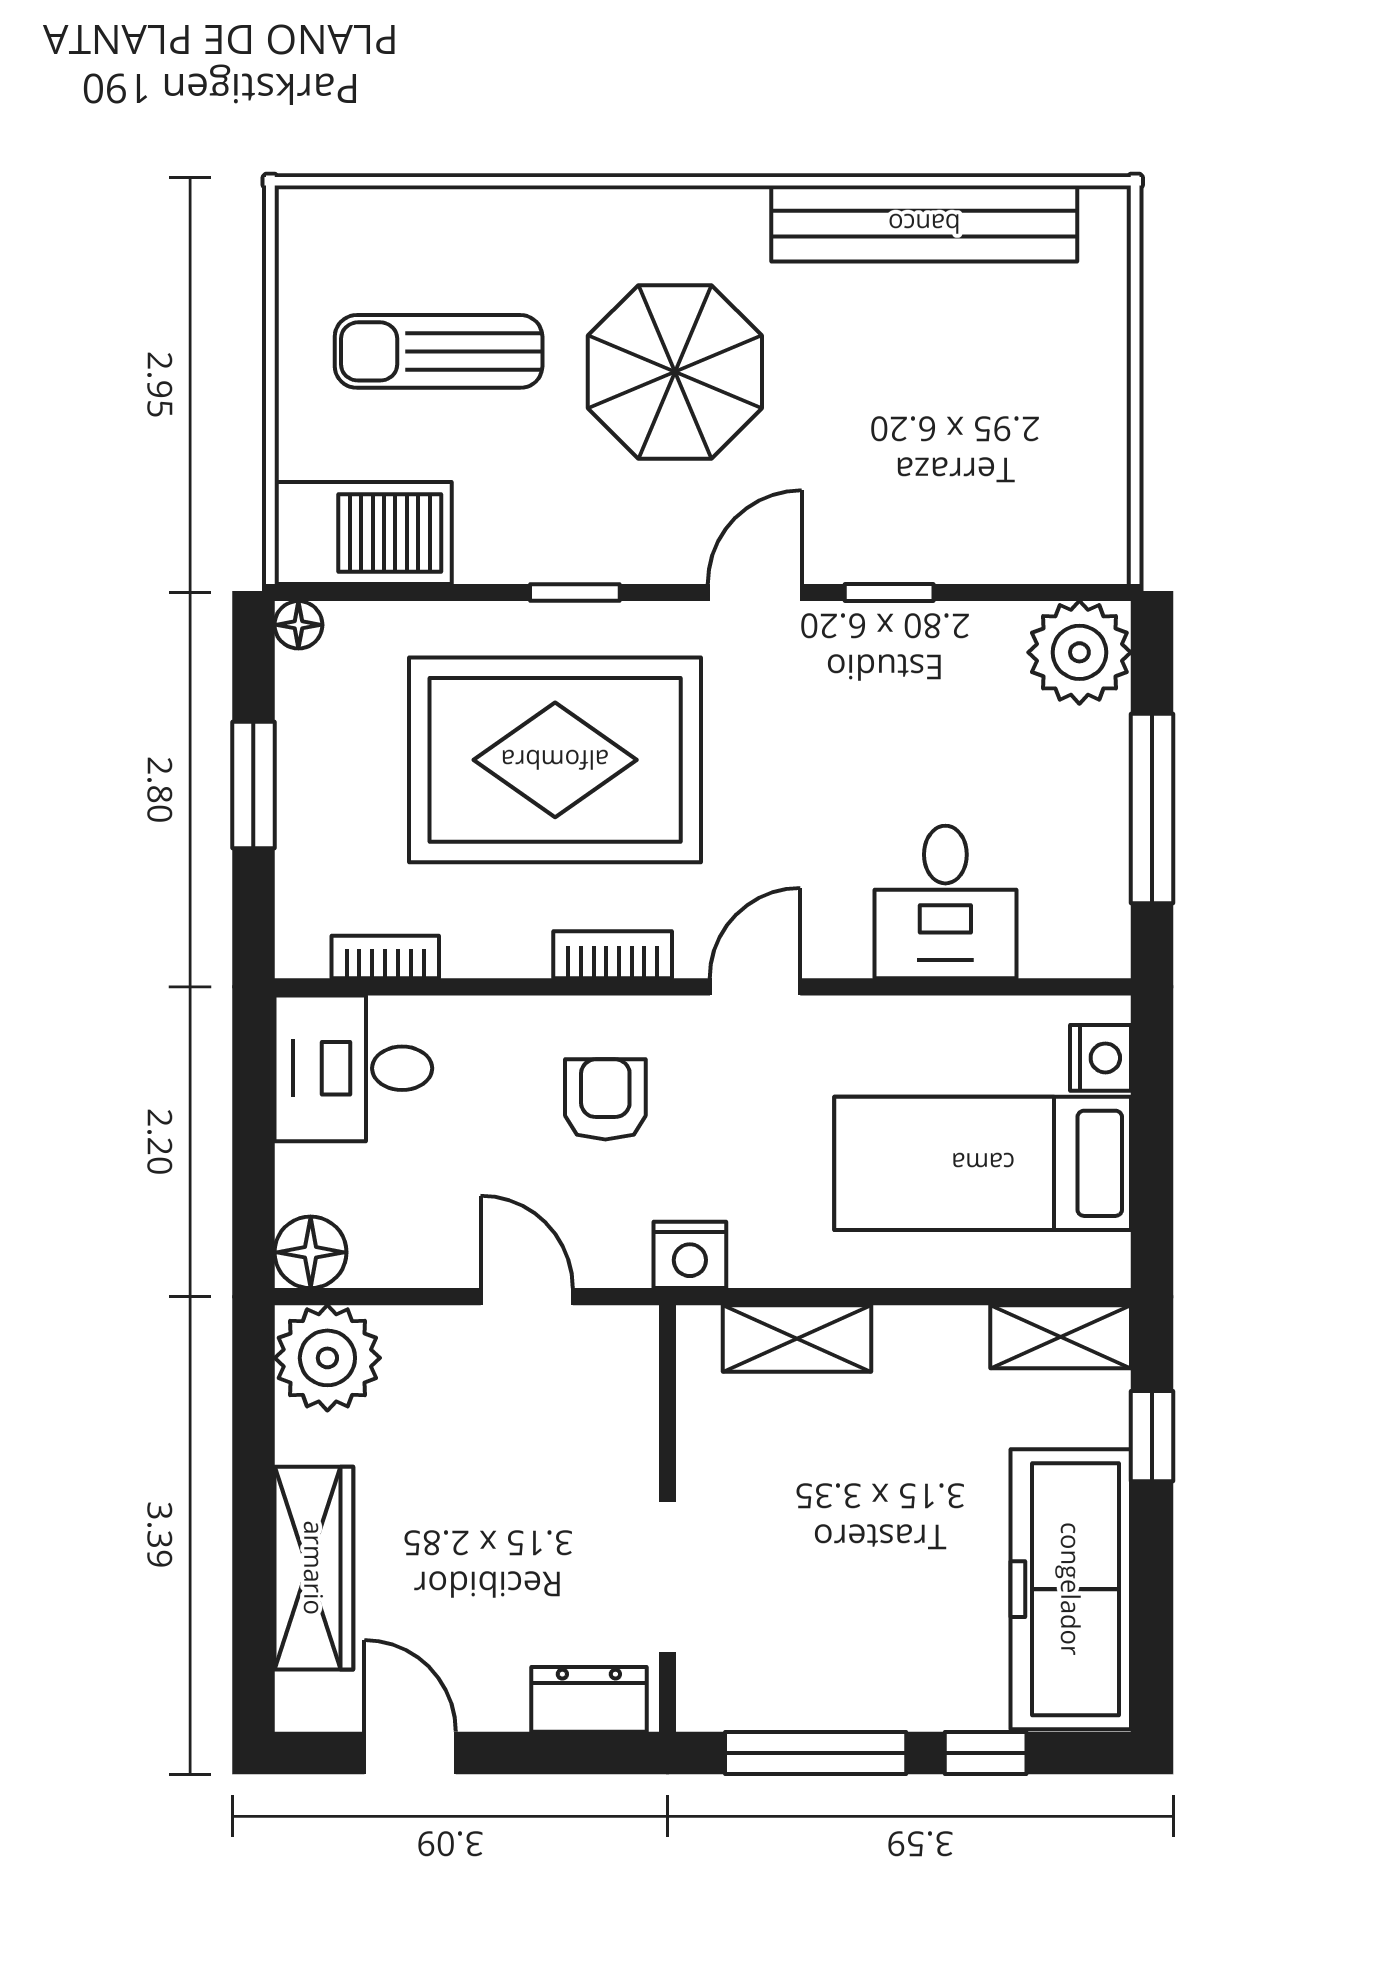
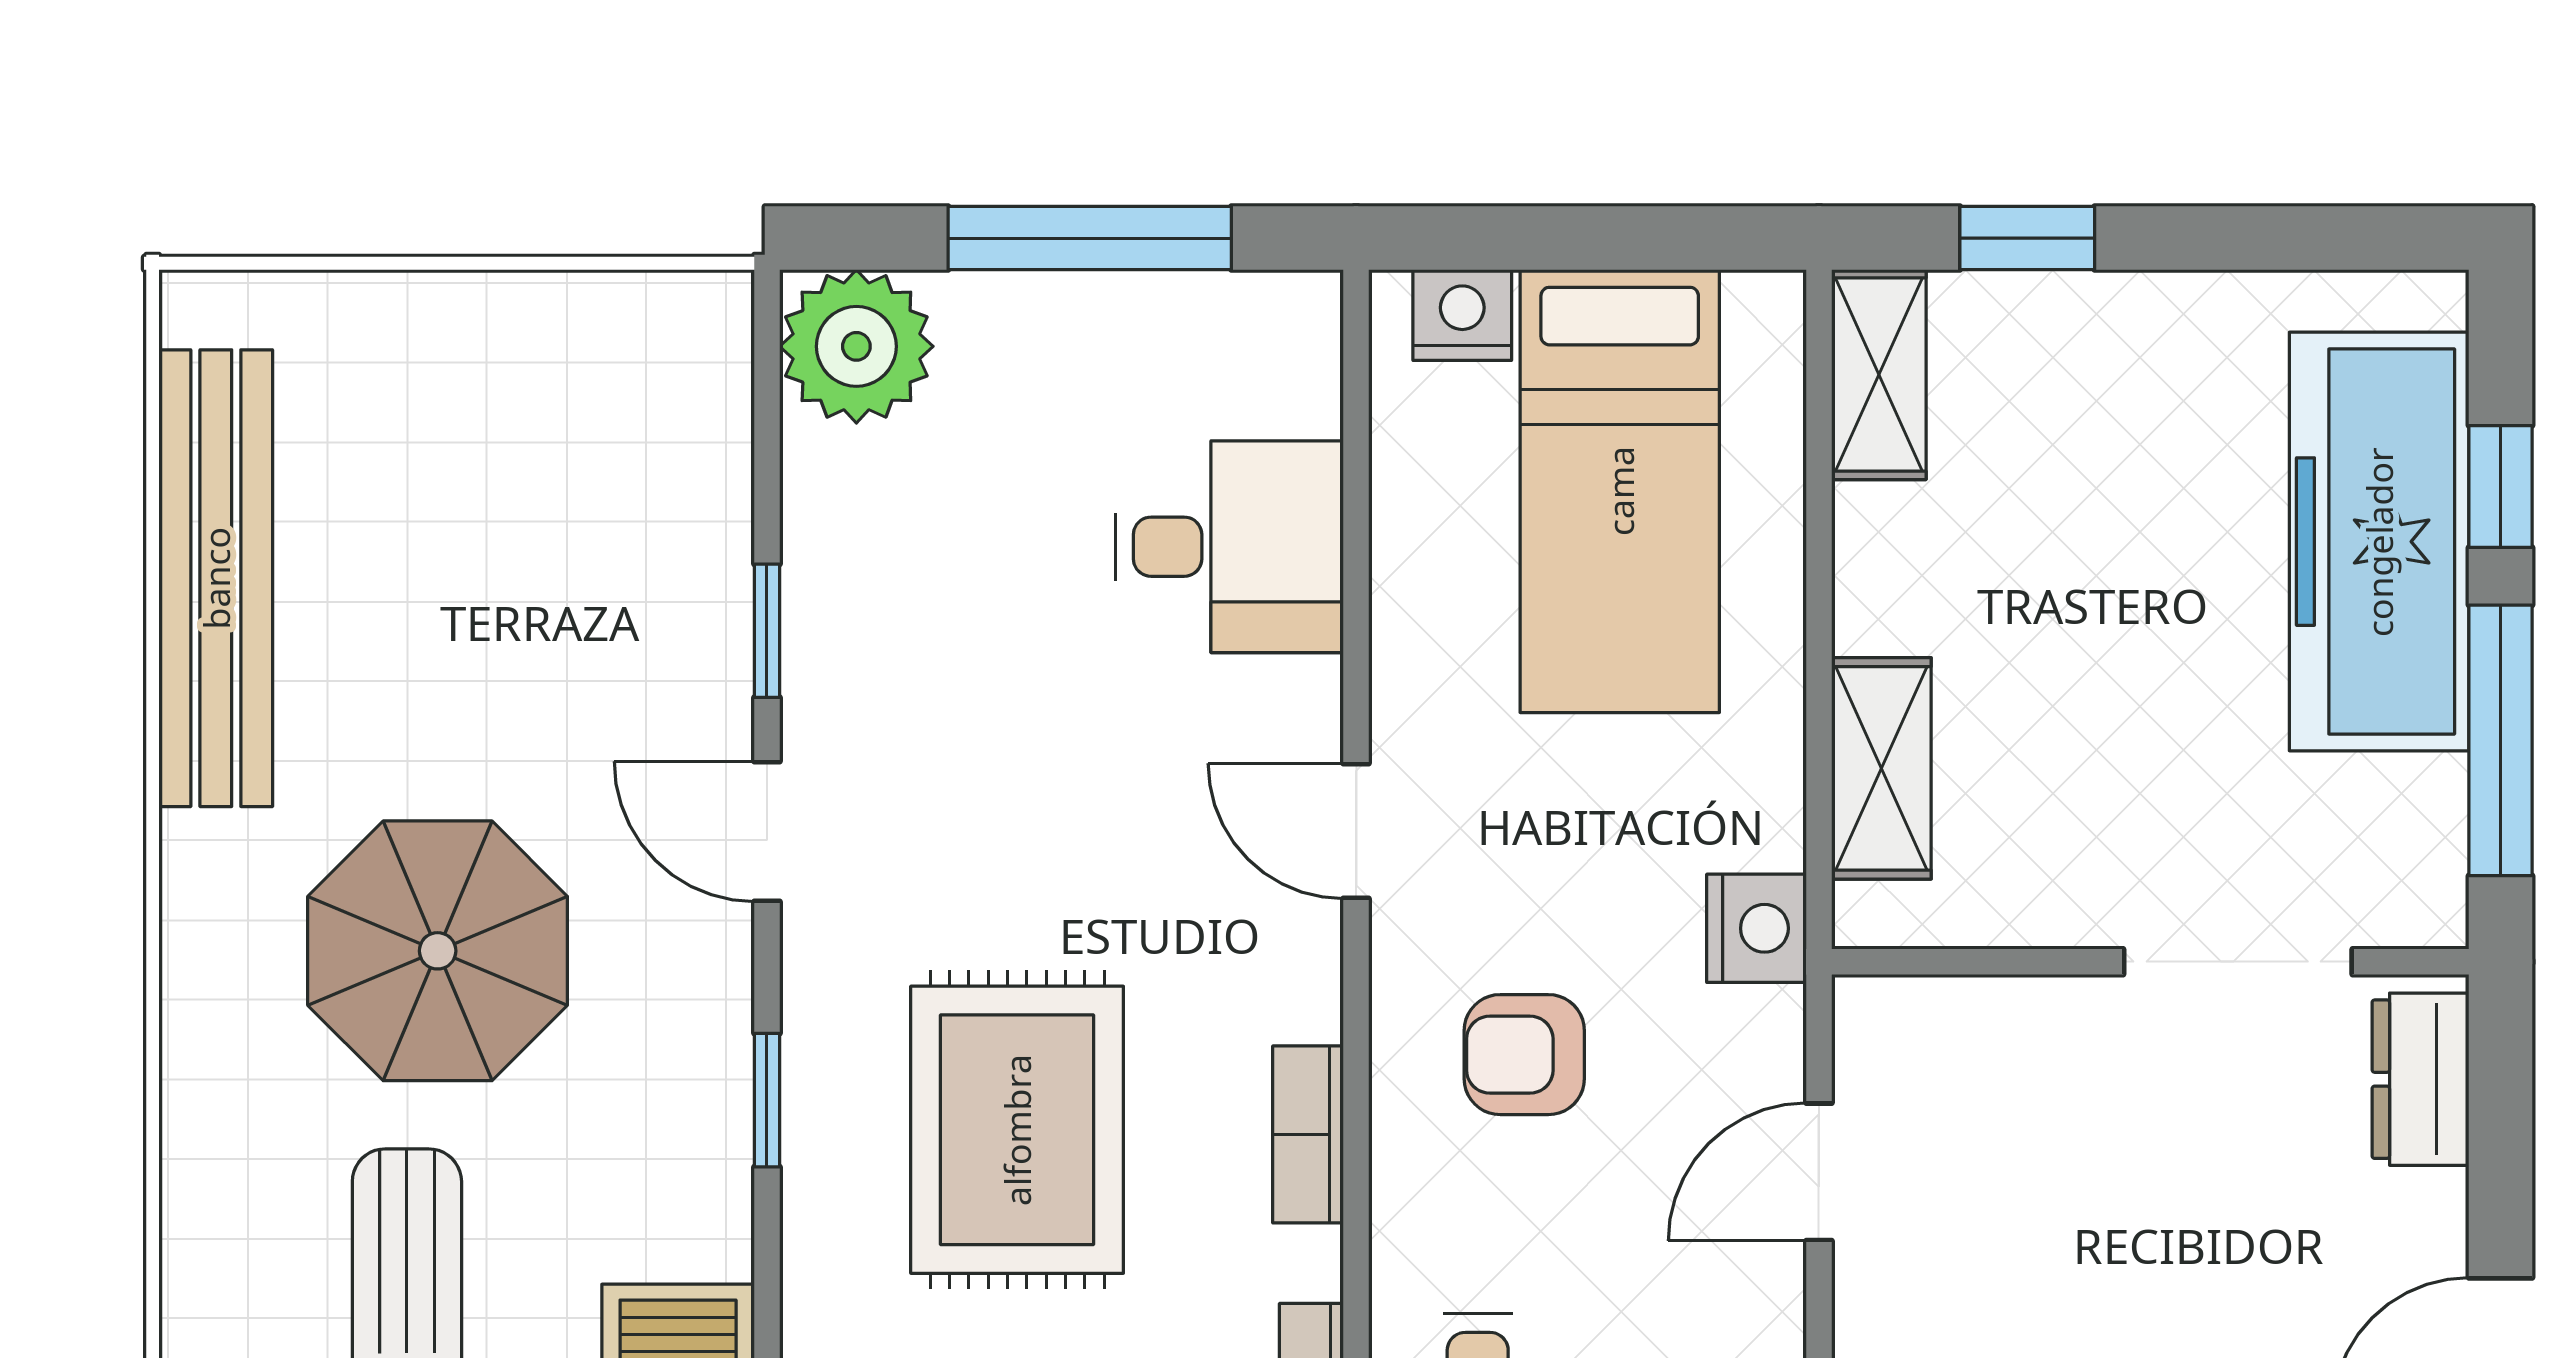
rug: (555, 760) -> (1017, 1130), width x0.73, depth x0.69
bookcase: (613, 955) -> (1308, 1134), moved
freezer: (1071, 1589) -> (2379, 542), moved, turned 90

